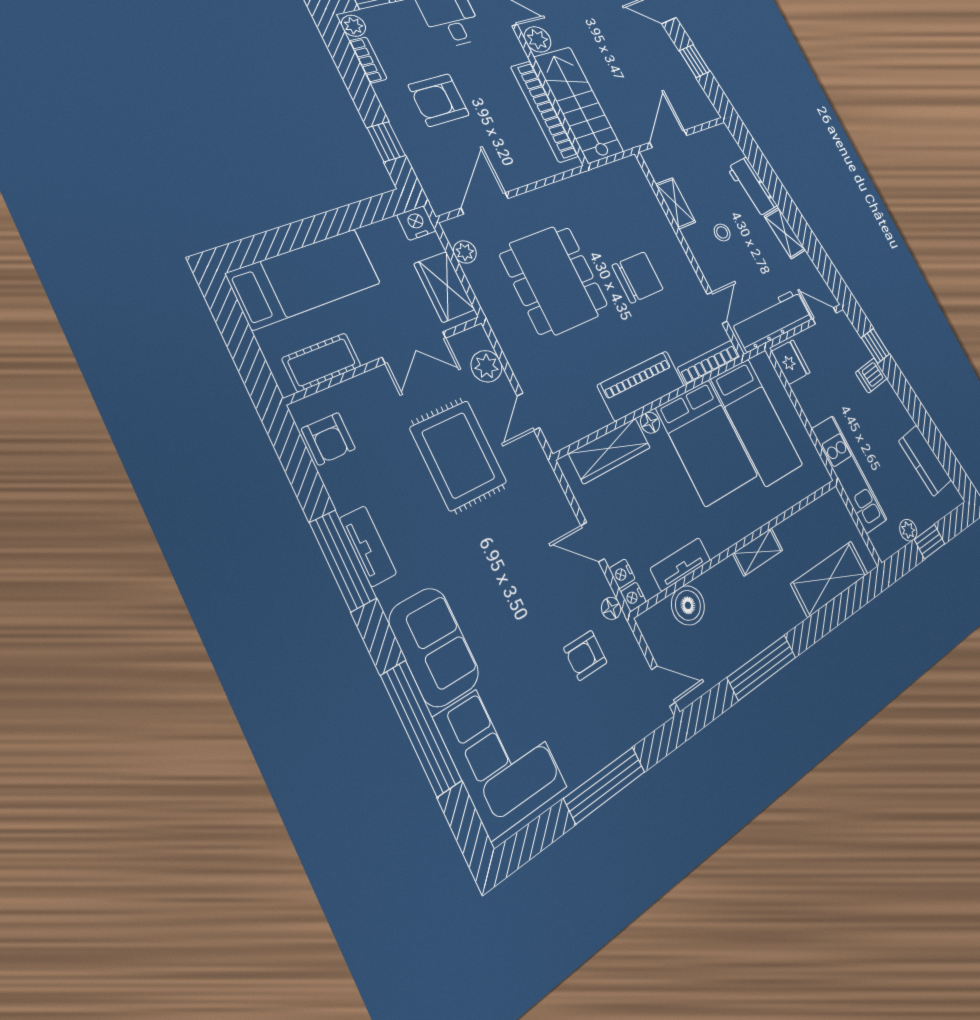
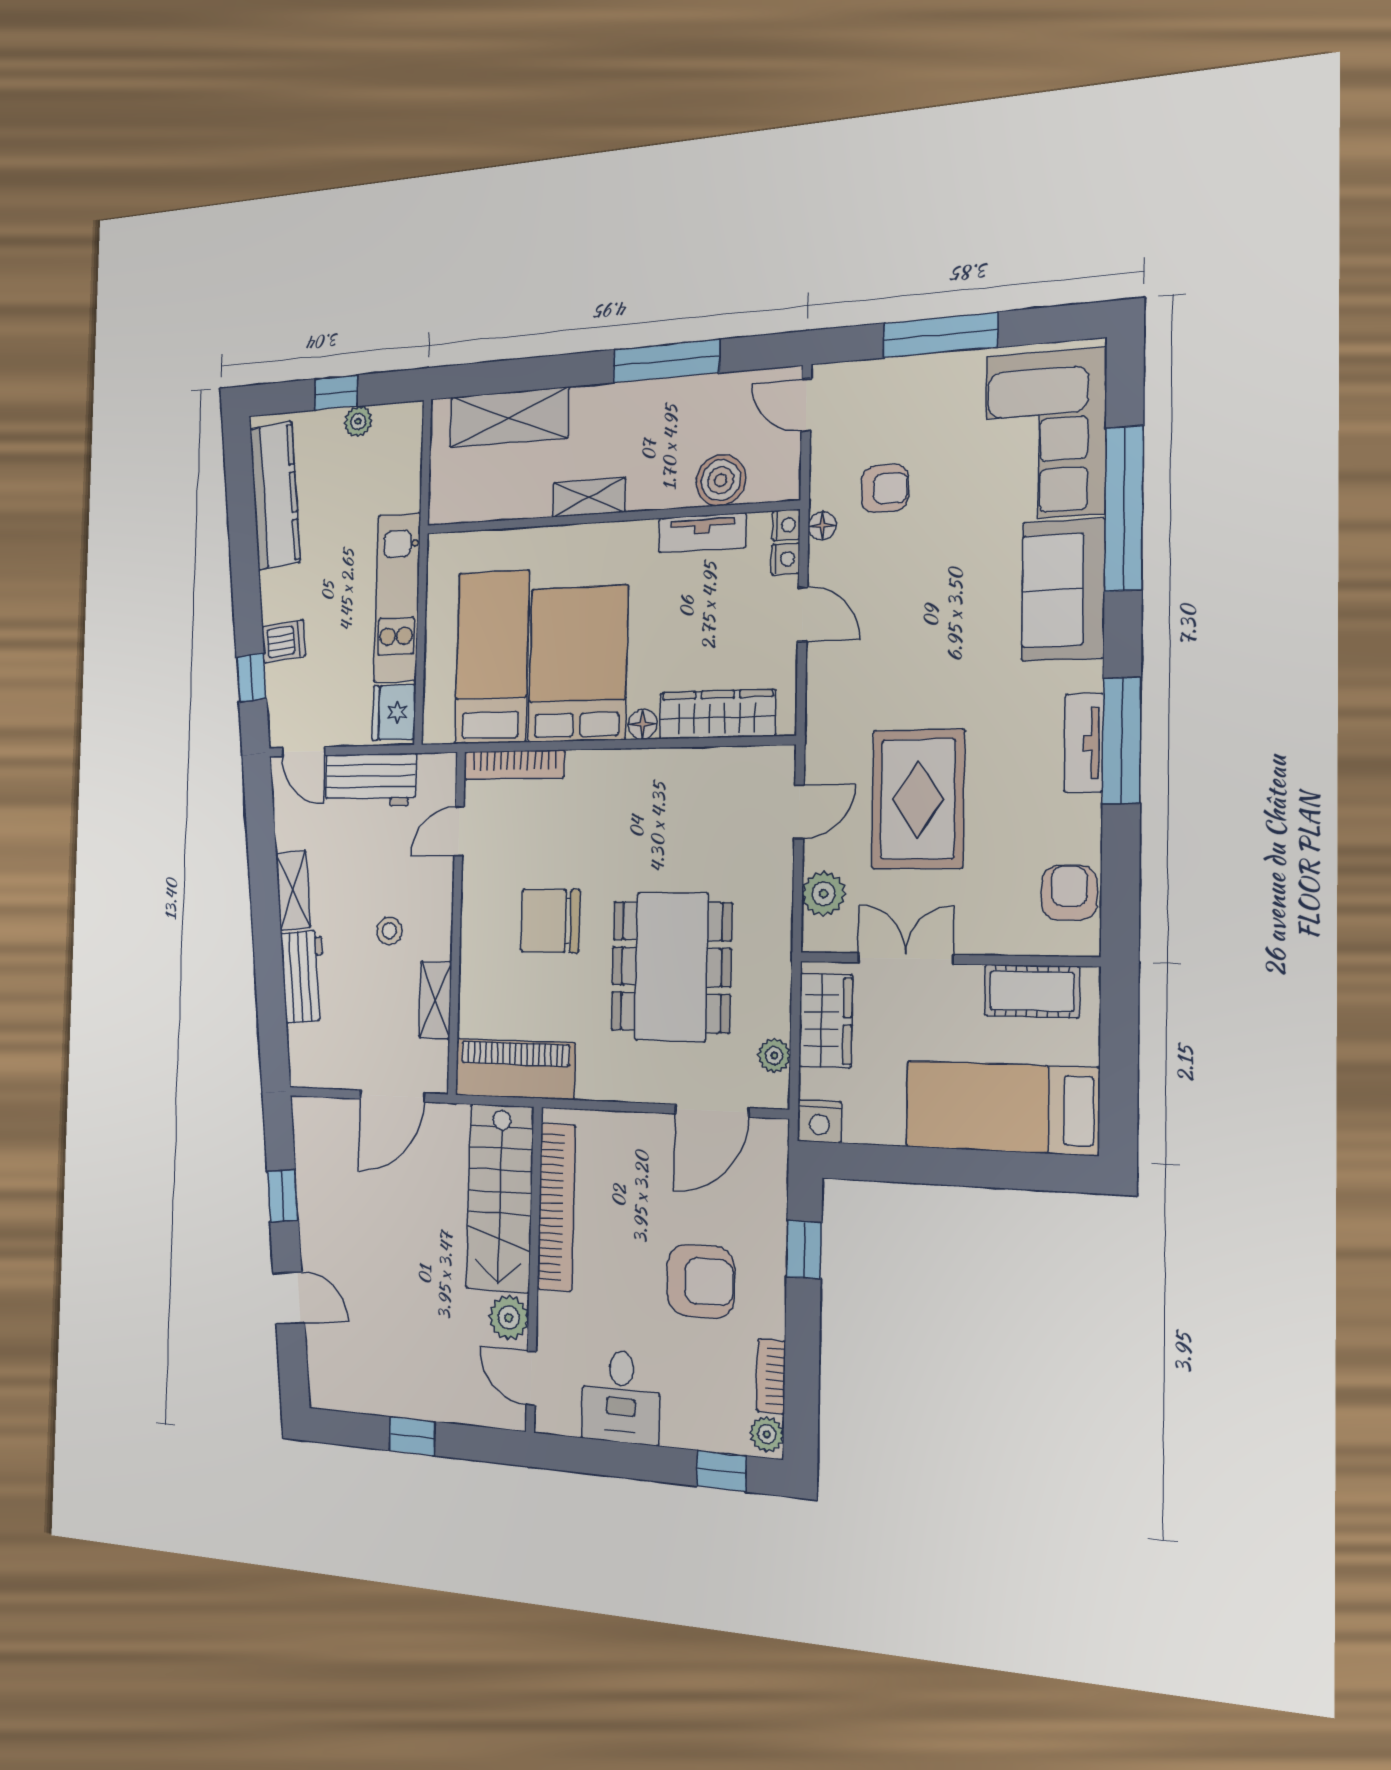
workbench: (772, 320) -> (370, 780), width x0.73
piano: (641, 386) -> (515, 1069), moved, turned 180
kitchen counter: (925, 461) -> (275, 495), width x1.50
kitchen unit: (849, 474) -> (397, 598), moved

